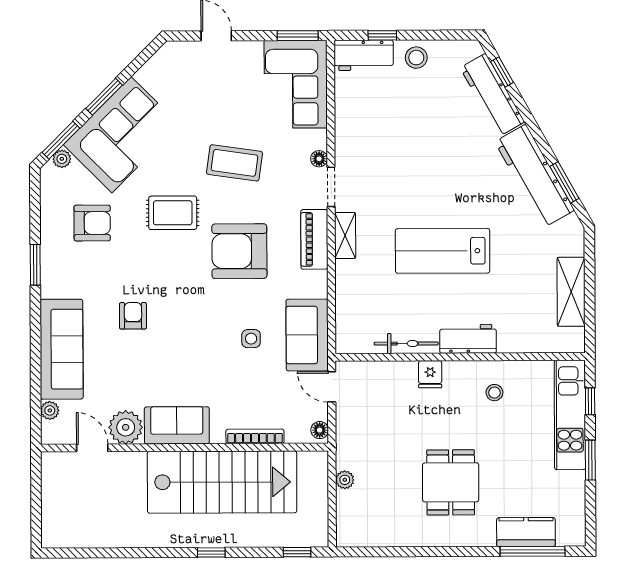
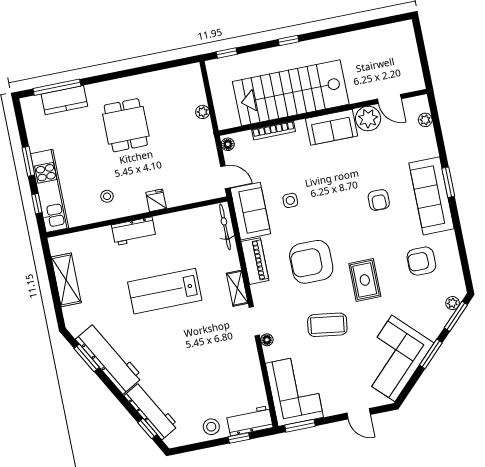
corner sofa: (121, 135) -> (393, 358), moved
rug: (173, 213) -> (365, 280), turned 90
piano: (314, 239) -> (255, 261), moved
armchair: (239, 251) -> (311, 262), turned 180
lab bench: (443, 251) -> (165, 291), turned 180
window: (35, 265) -> (448, 182), moved
bicycle: (406, 344) -> (225, 227), moved, turned 90
sofa: (62, 349) -> (432, 196), moved

